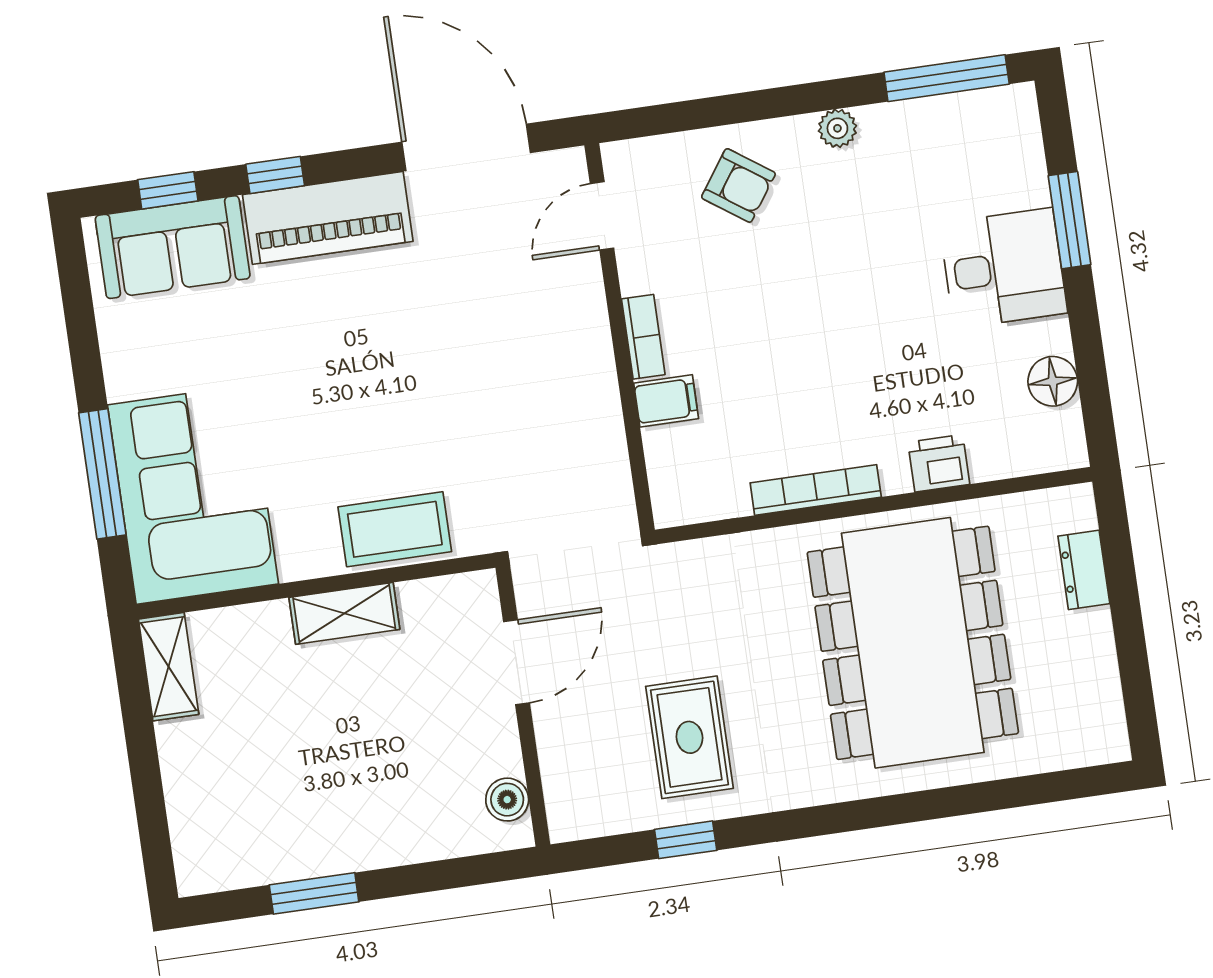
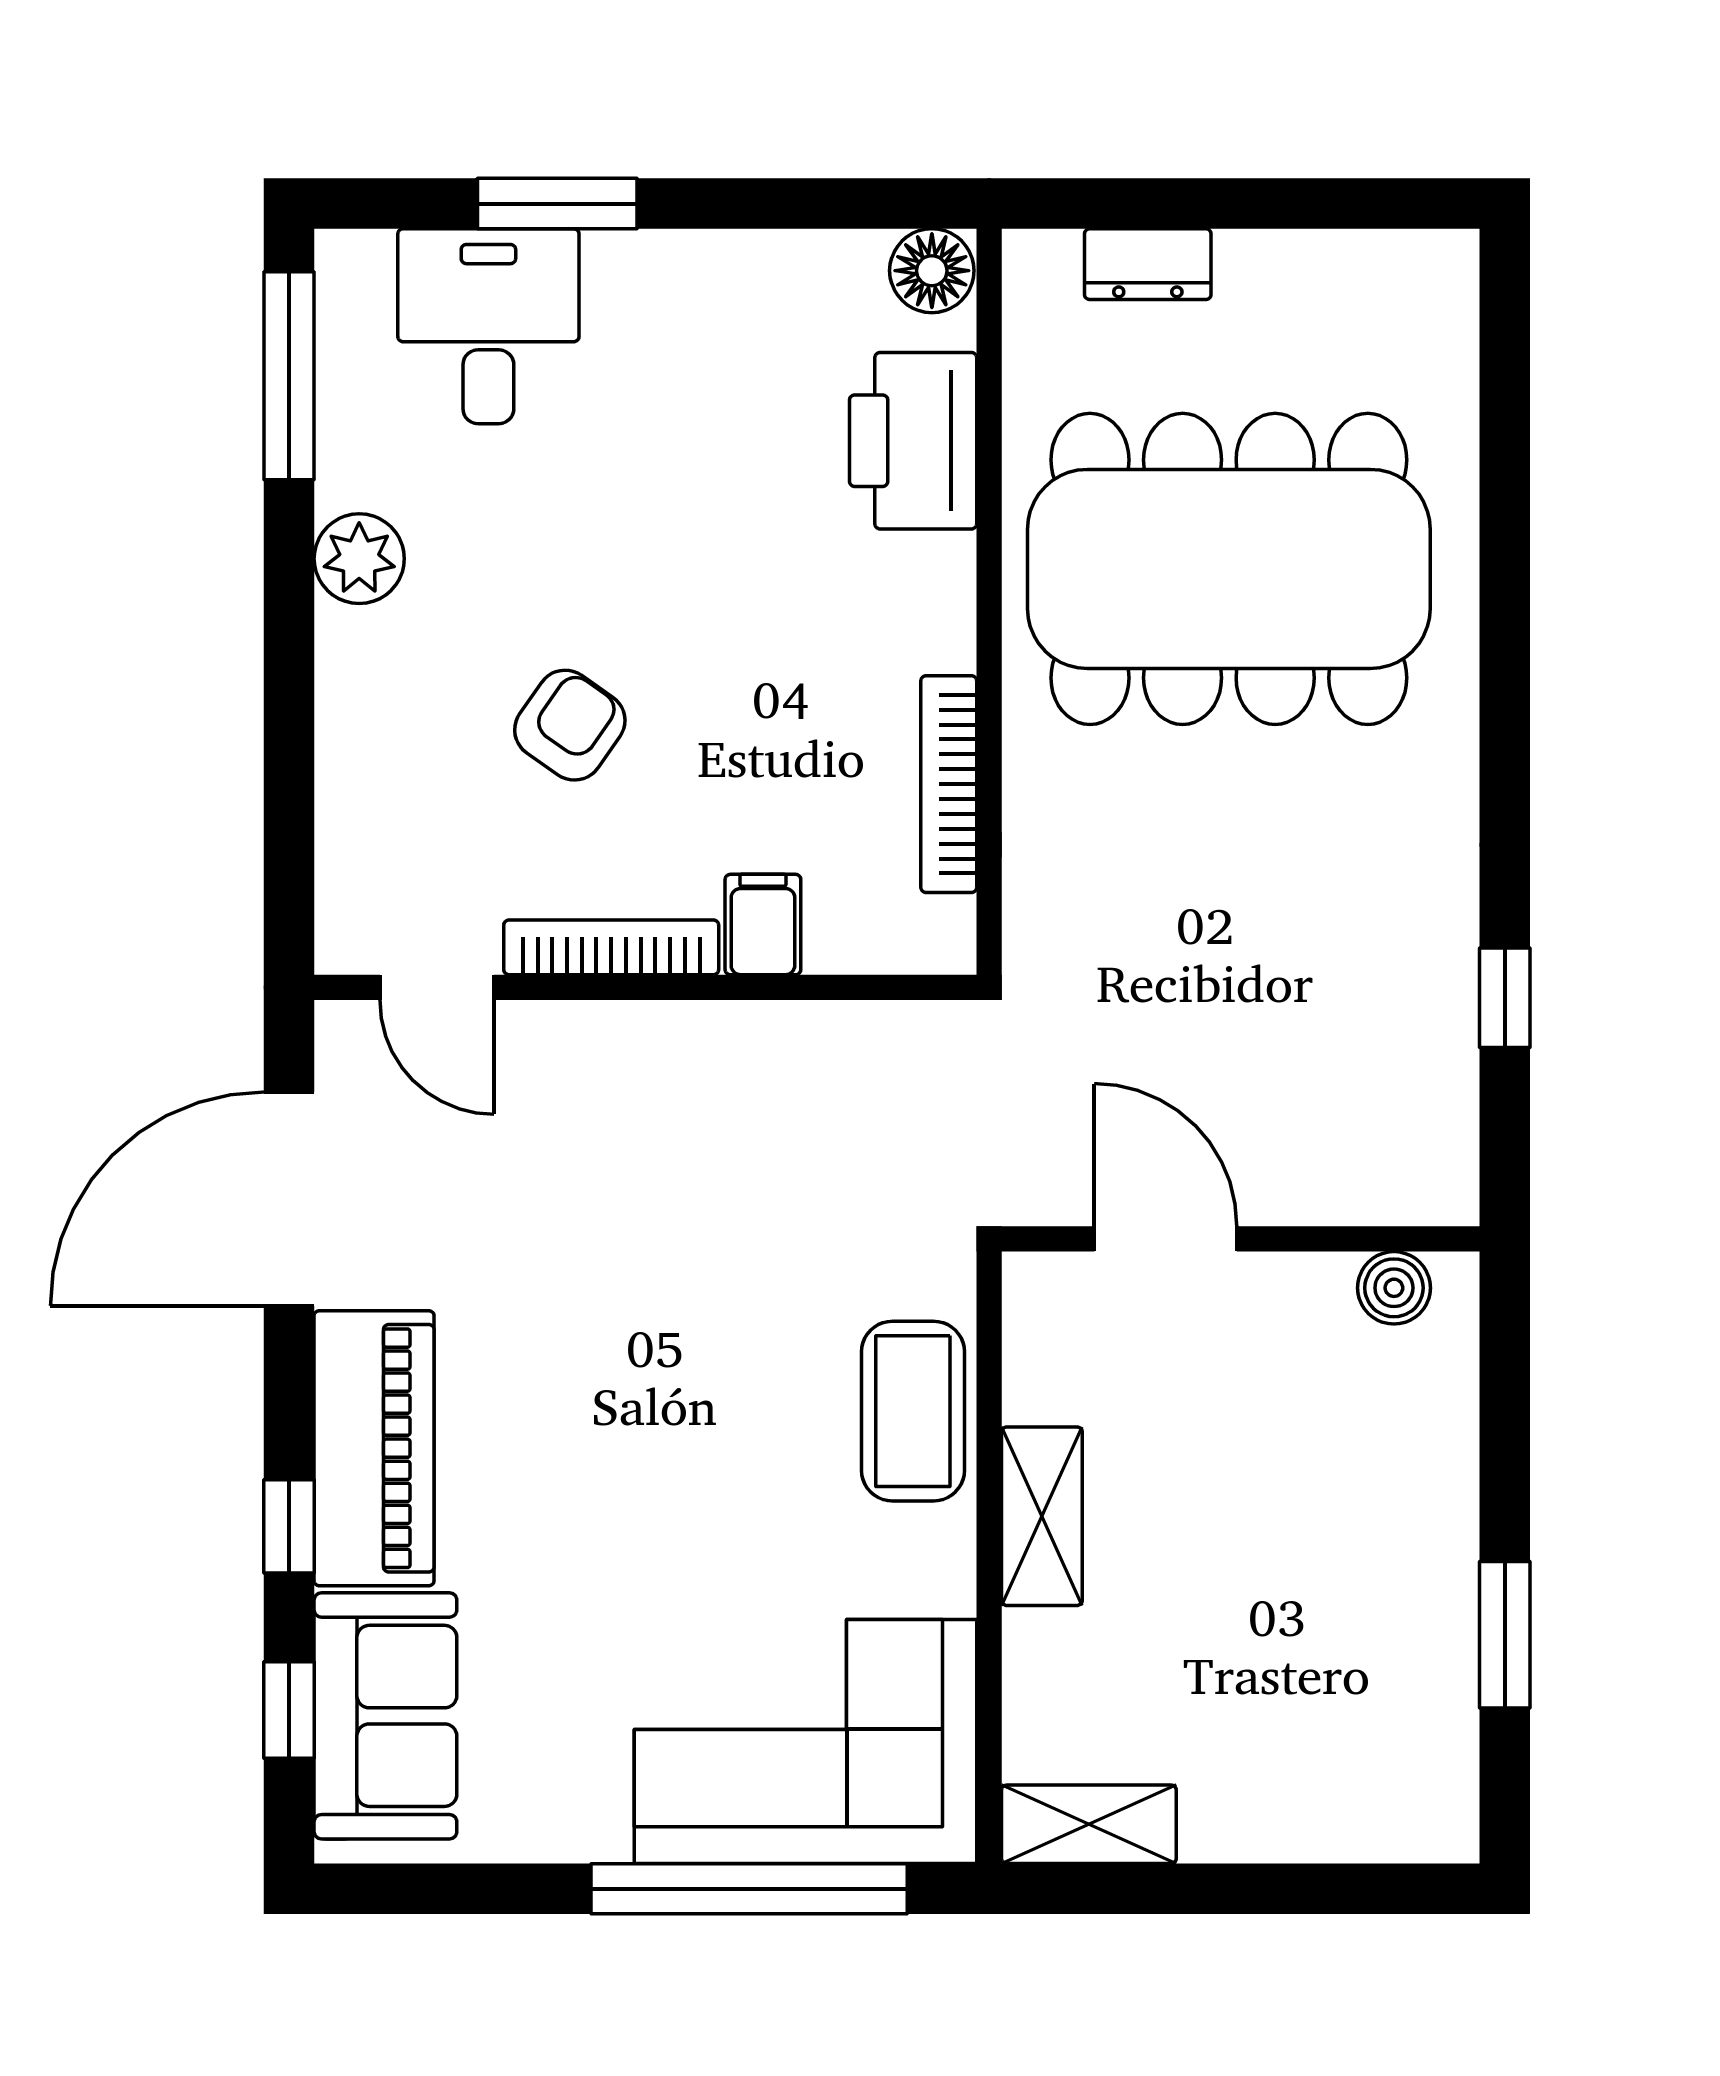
plant: (837, 128) -> (359, 559), width x1.38, depth x1.38
armchair: (738, 185) -> (570, 725), moved
desk: (1003, 268) -> (488, 326), moved
bookcase: (643, 337) -> (611, 947), width x1.56
floor lamp: (1053, 381) -> (932, 271), moved
printer: (939, 463) -> (913, 441), width x1.87, depth x1.48
window: (102, 474) -> (749, 1889), width x1.46
bookcase: (816, 490) -> (949, 784), moved
rug: (689, 737) -> (1334, 967), removed

